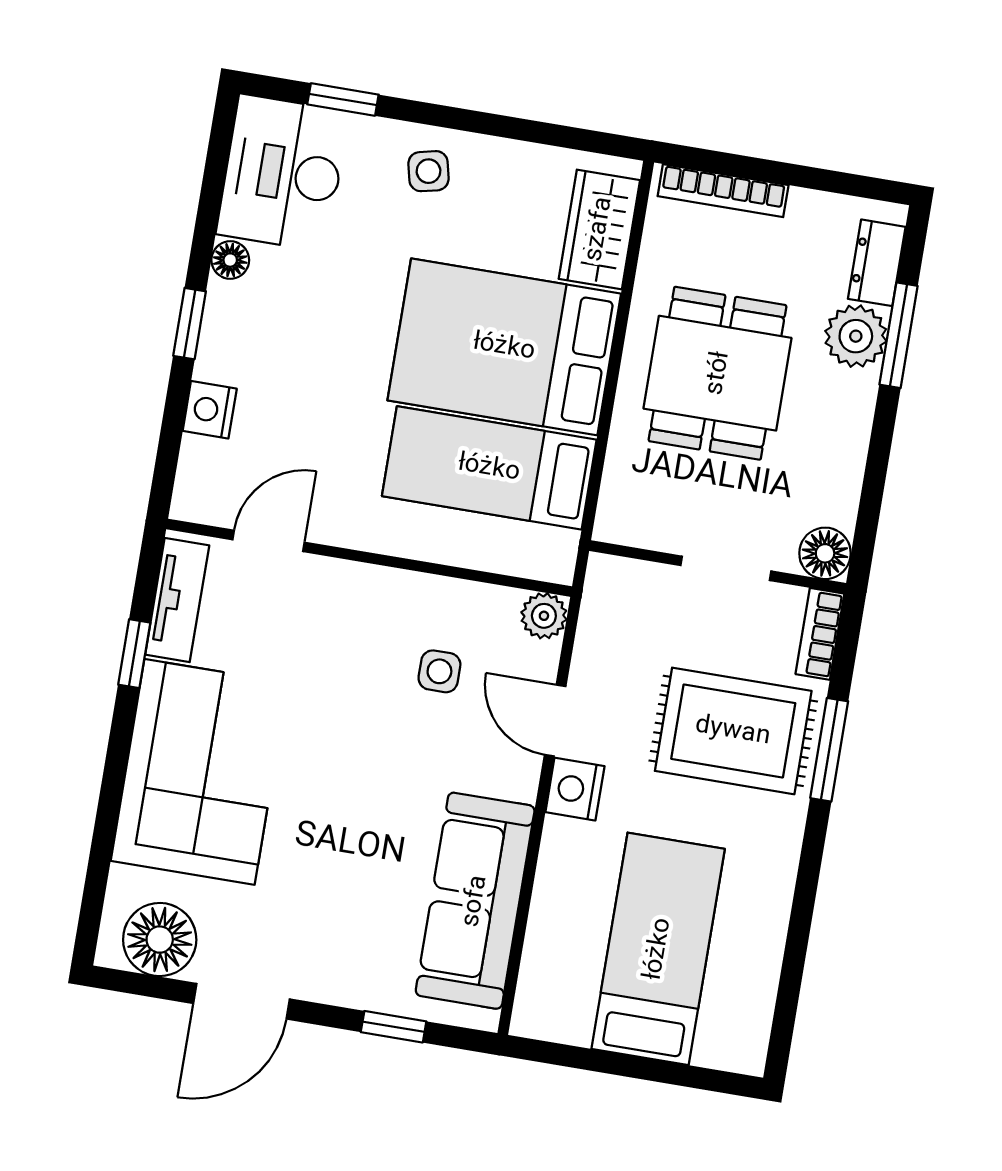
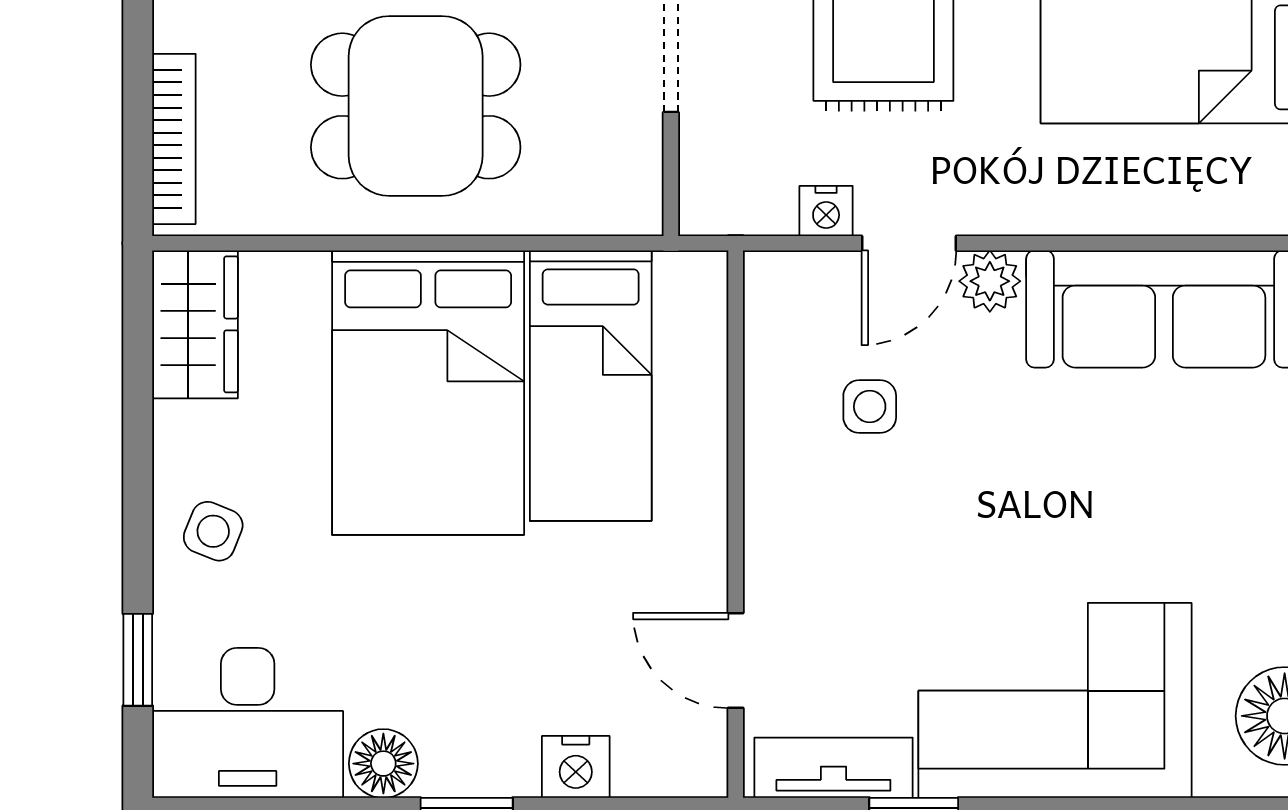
side table: (429, 171) -> (213, 531), turned 35
wardrobe: (599, 229) -> (195, 324), moved, turned -90
floor lamp: (230, 260) -> (383, 764), width x1.37, depth x1.37
plant: (544, 616) -> (990, 281), moved
nightstand: (575, 789) -> (826, 211), moved, width x0.72, depth x0.74

